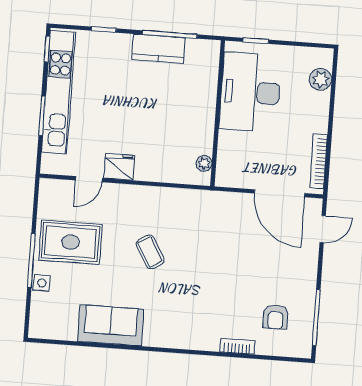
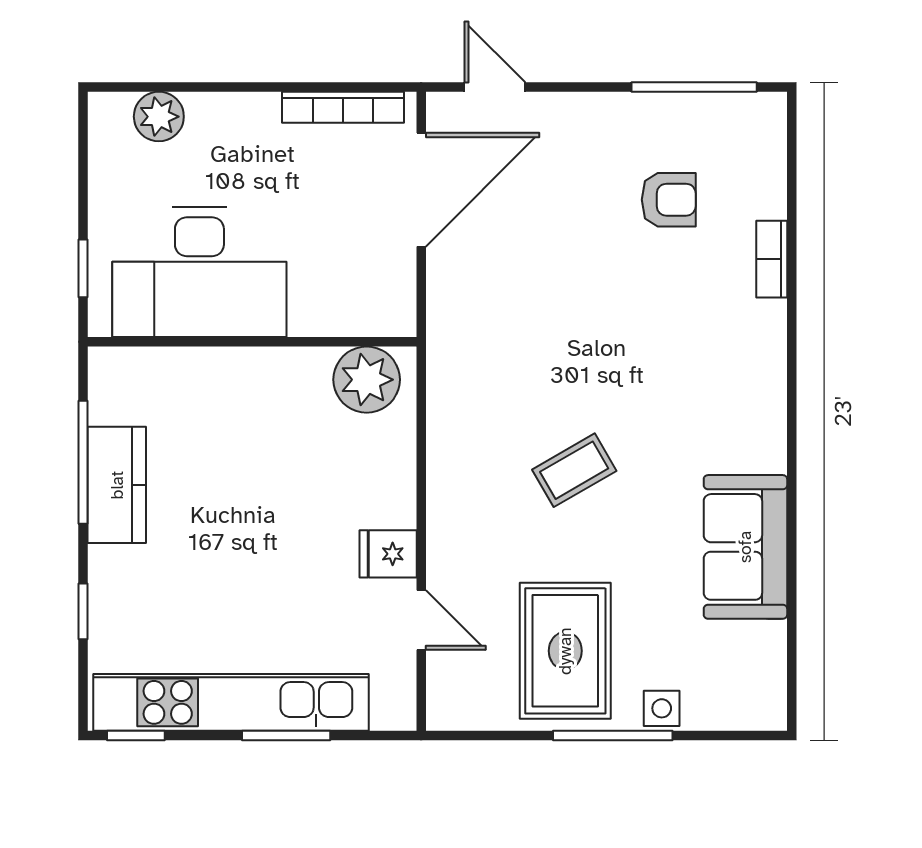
plant: (204, 163) -> (367, 380), width x1.88, depth x1.88
fridge: (119, 167) -> (388, 554), width x0.72
armchair: (276, 317) -> (669, 200), moved

